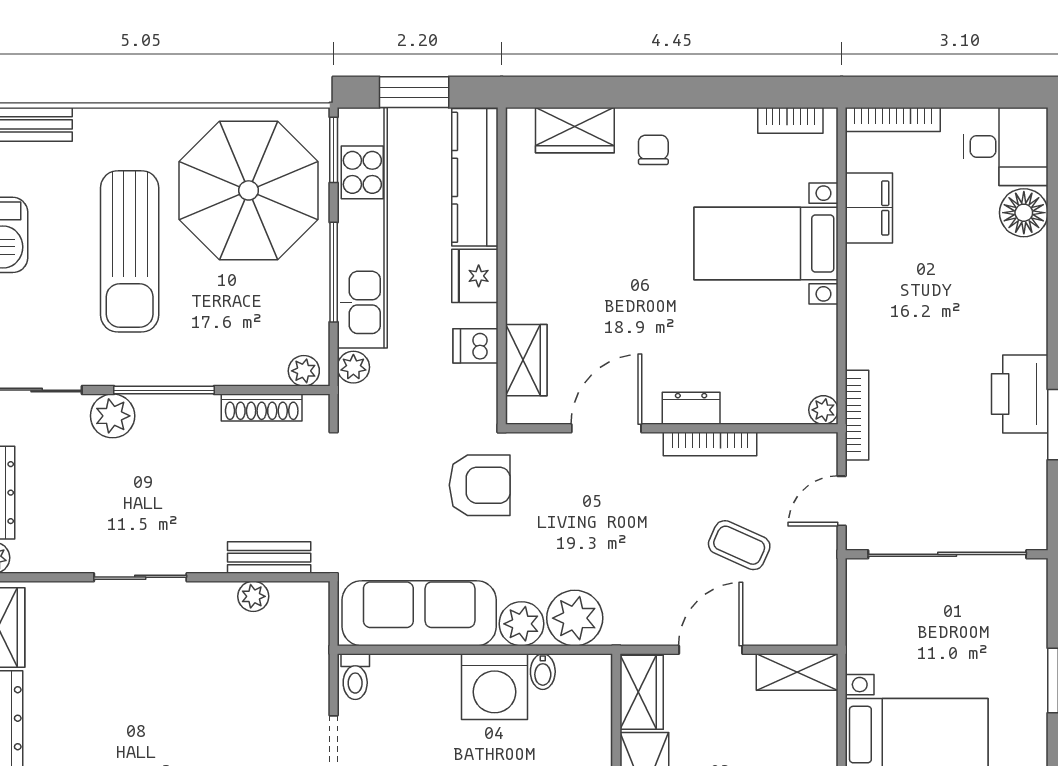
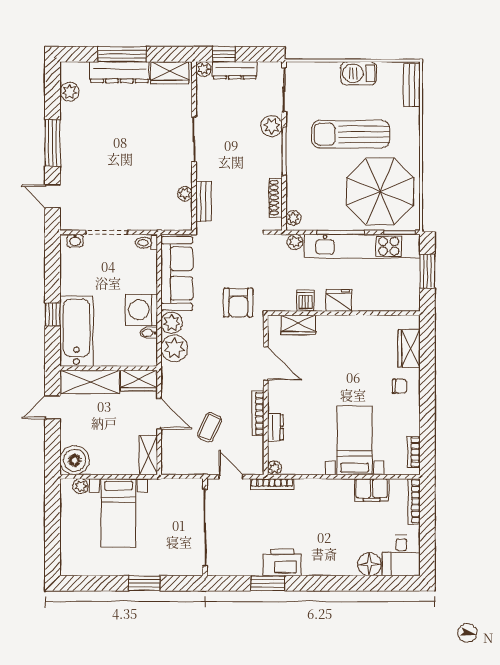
kitchen counter: (475, 177) -> (386, 300), removed
dresser: (691, 408) -> (275, 427), moved

